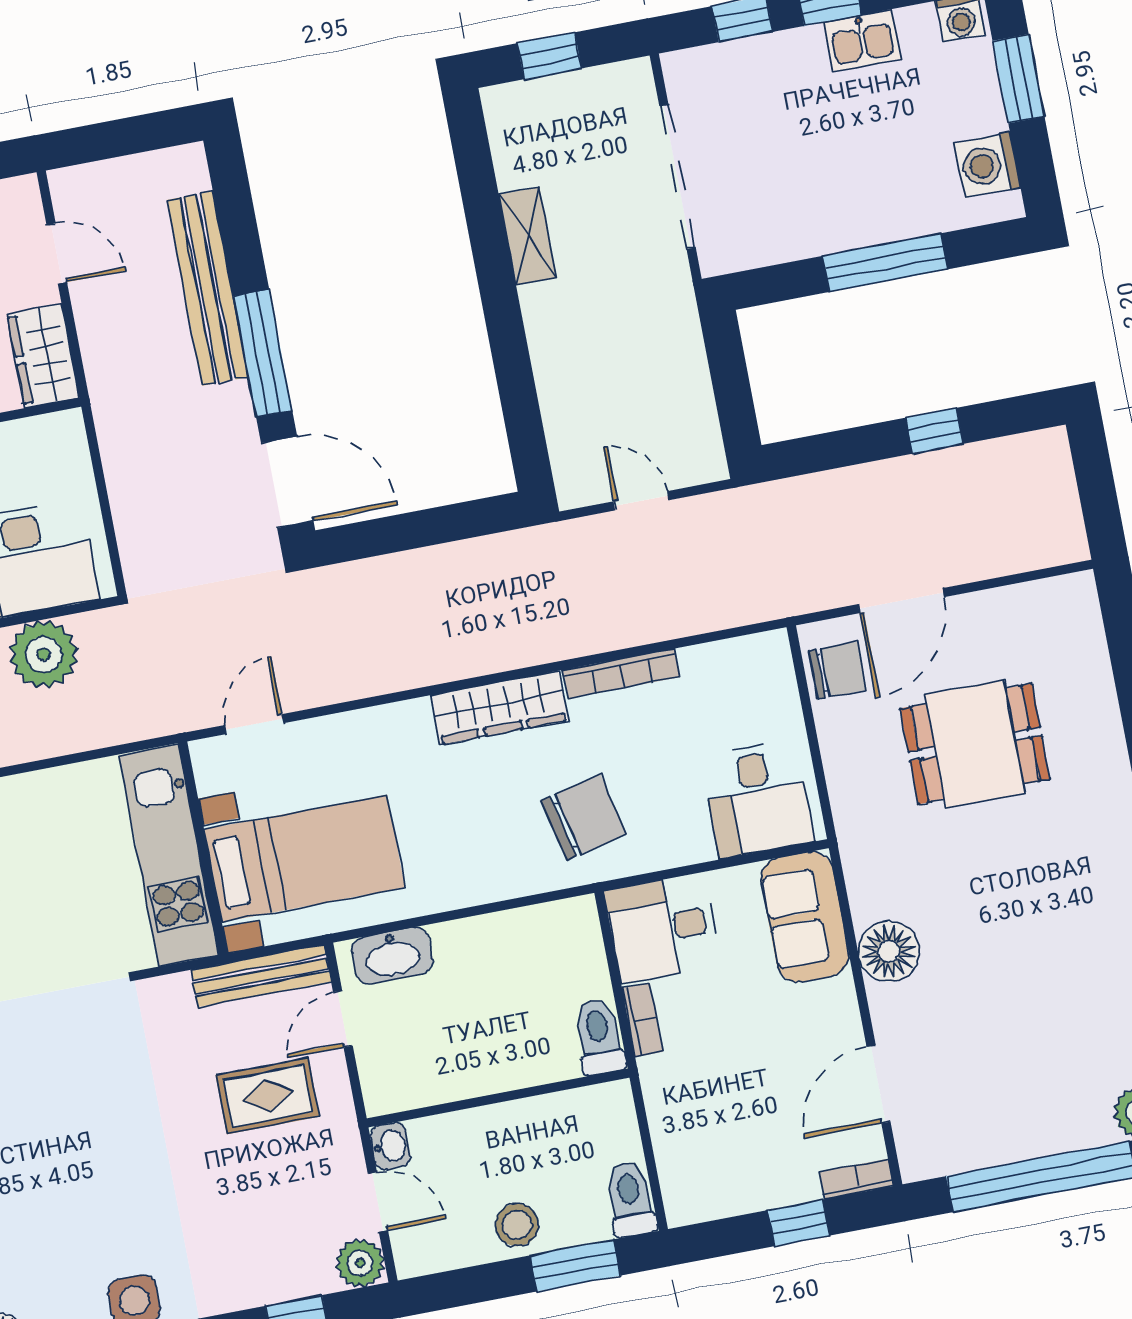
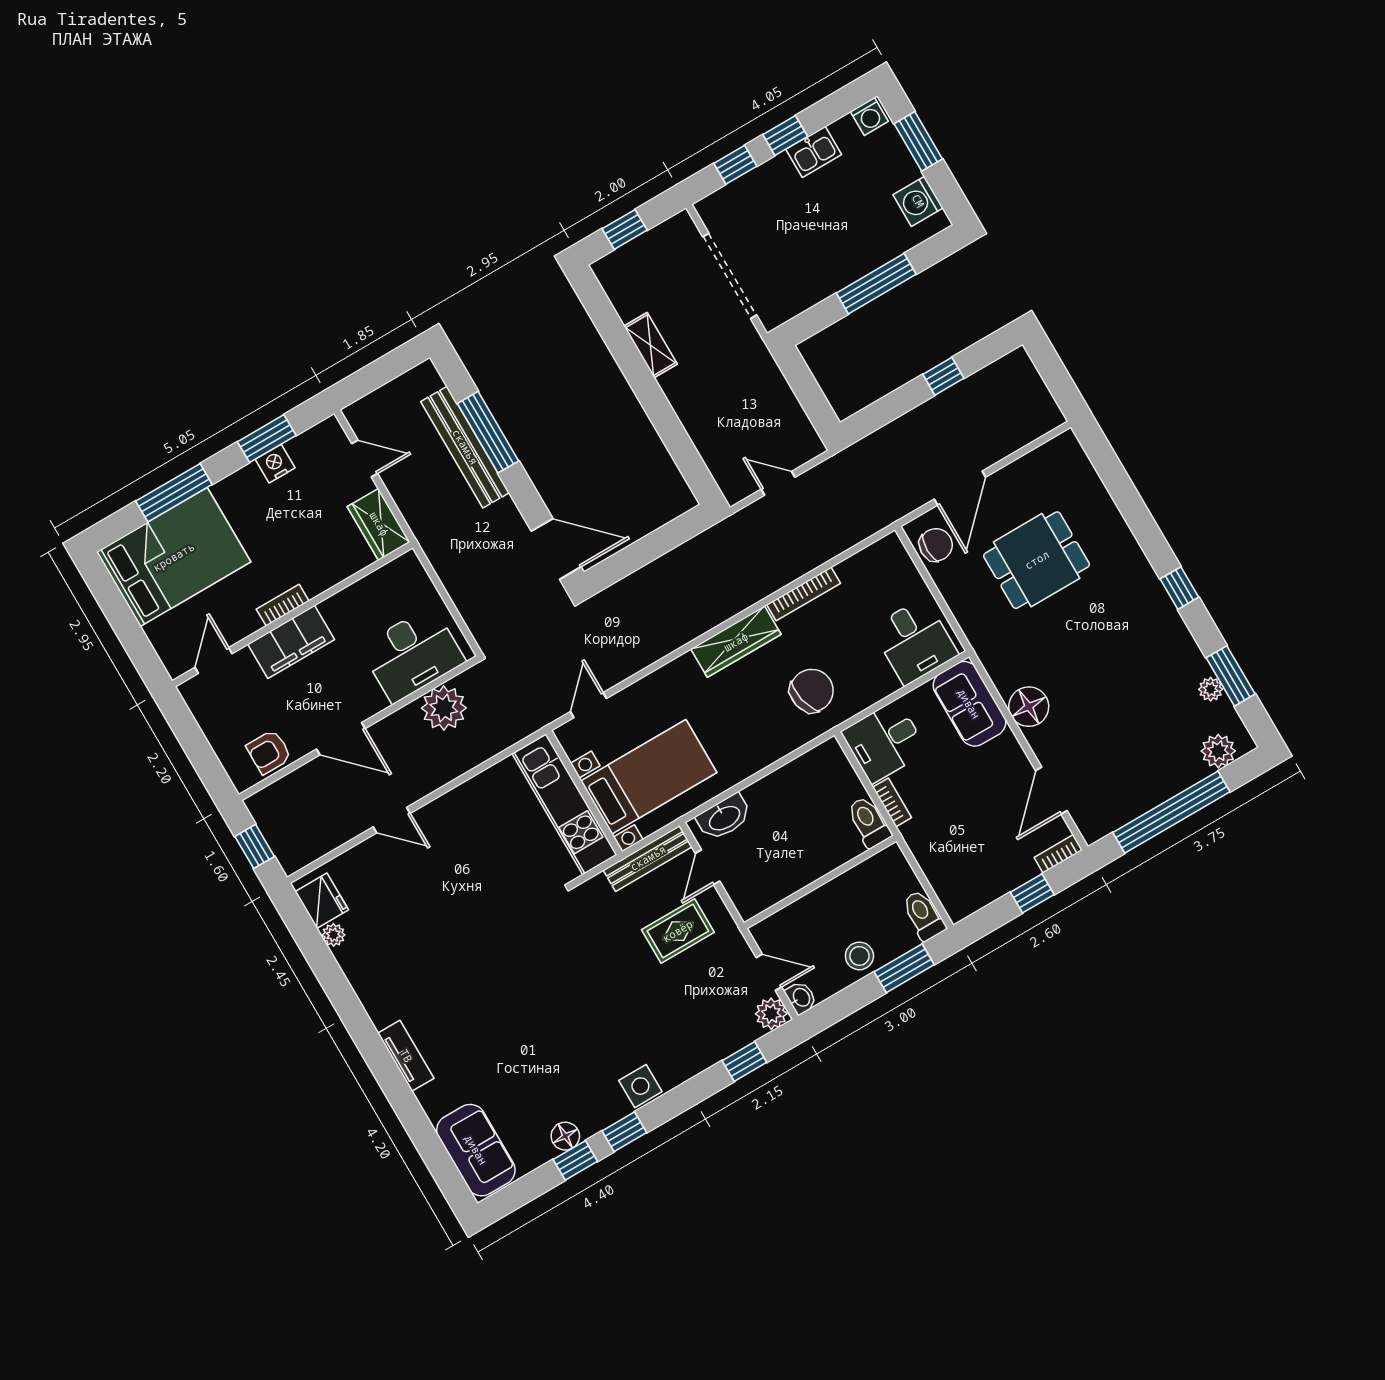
window: (263, 353) -> (488, 432), moved
washbasin: (390, 1146) -> (801, 998), moved

